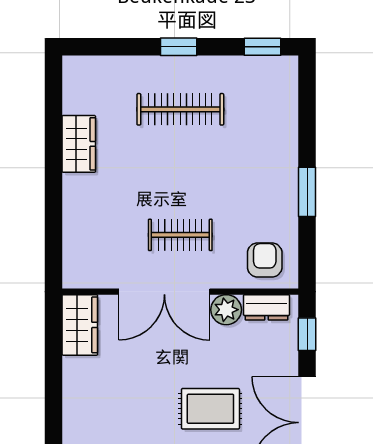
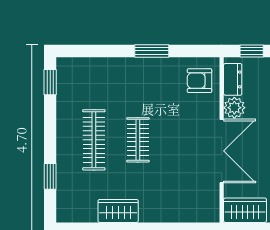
window: (179, 47) -> (50, 176), moved
clothes rail: (180, 235) -> (138, 140), moved

